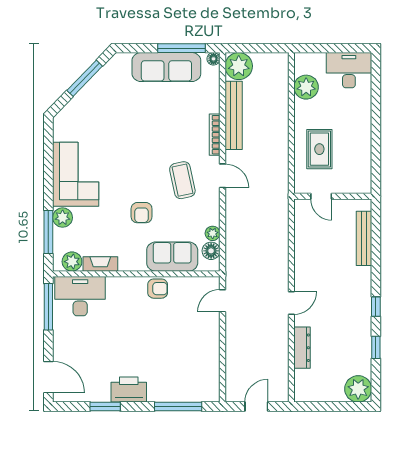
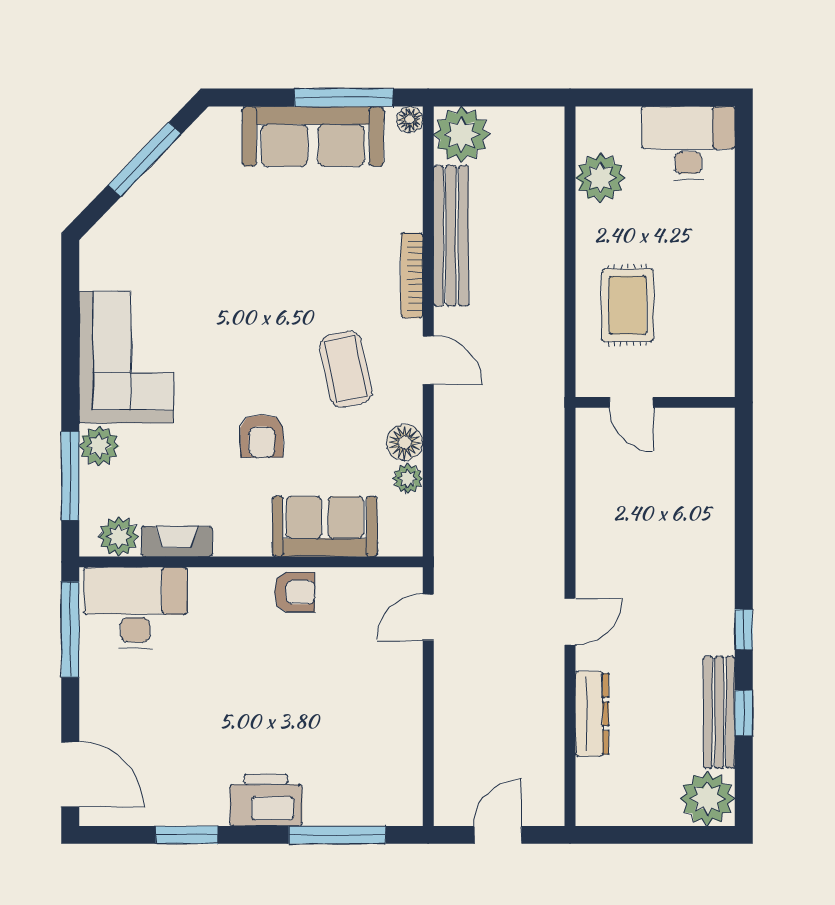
bench: (364, 238) -> (719, 712), moved
floor lamp: (211, 251) -> (405, 442), moved
printer: (129, 390) -> (266, 800), moved

